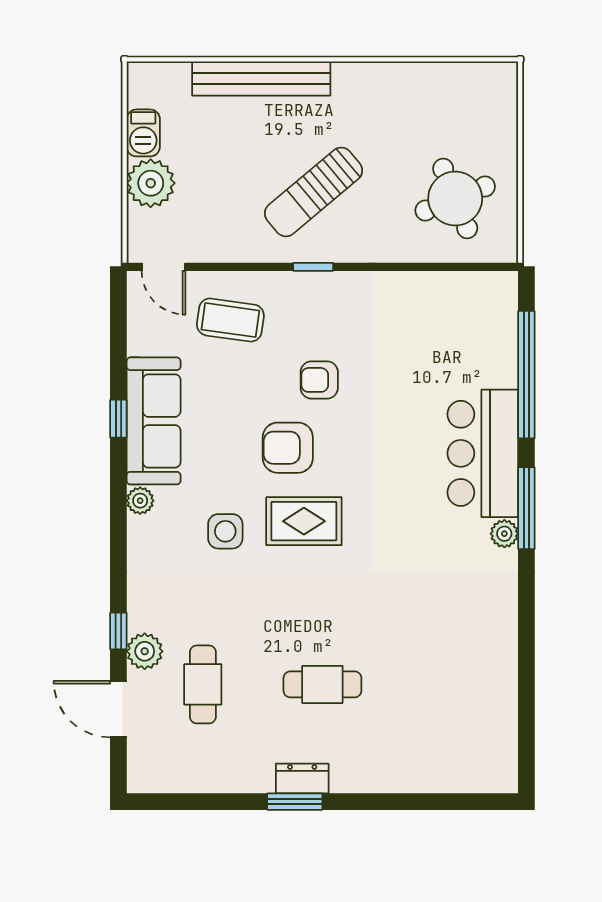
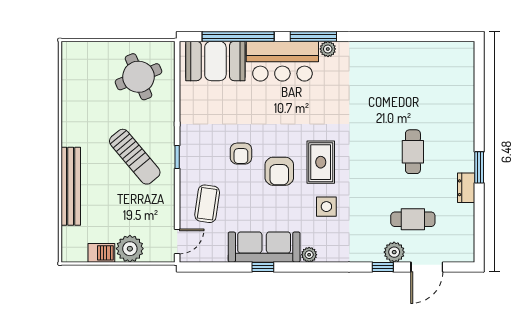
booth: (483, 335) -> (215, 61), added
dresser: (302, 779) -> (466, 188), moved

